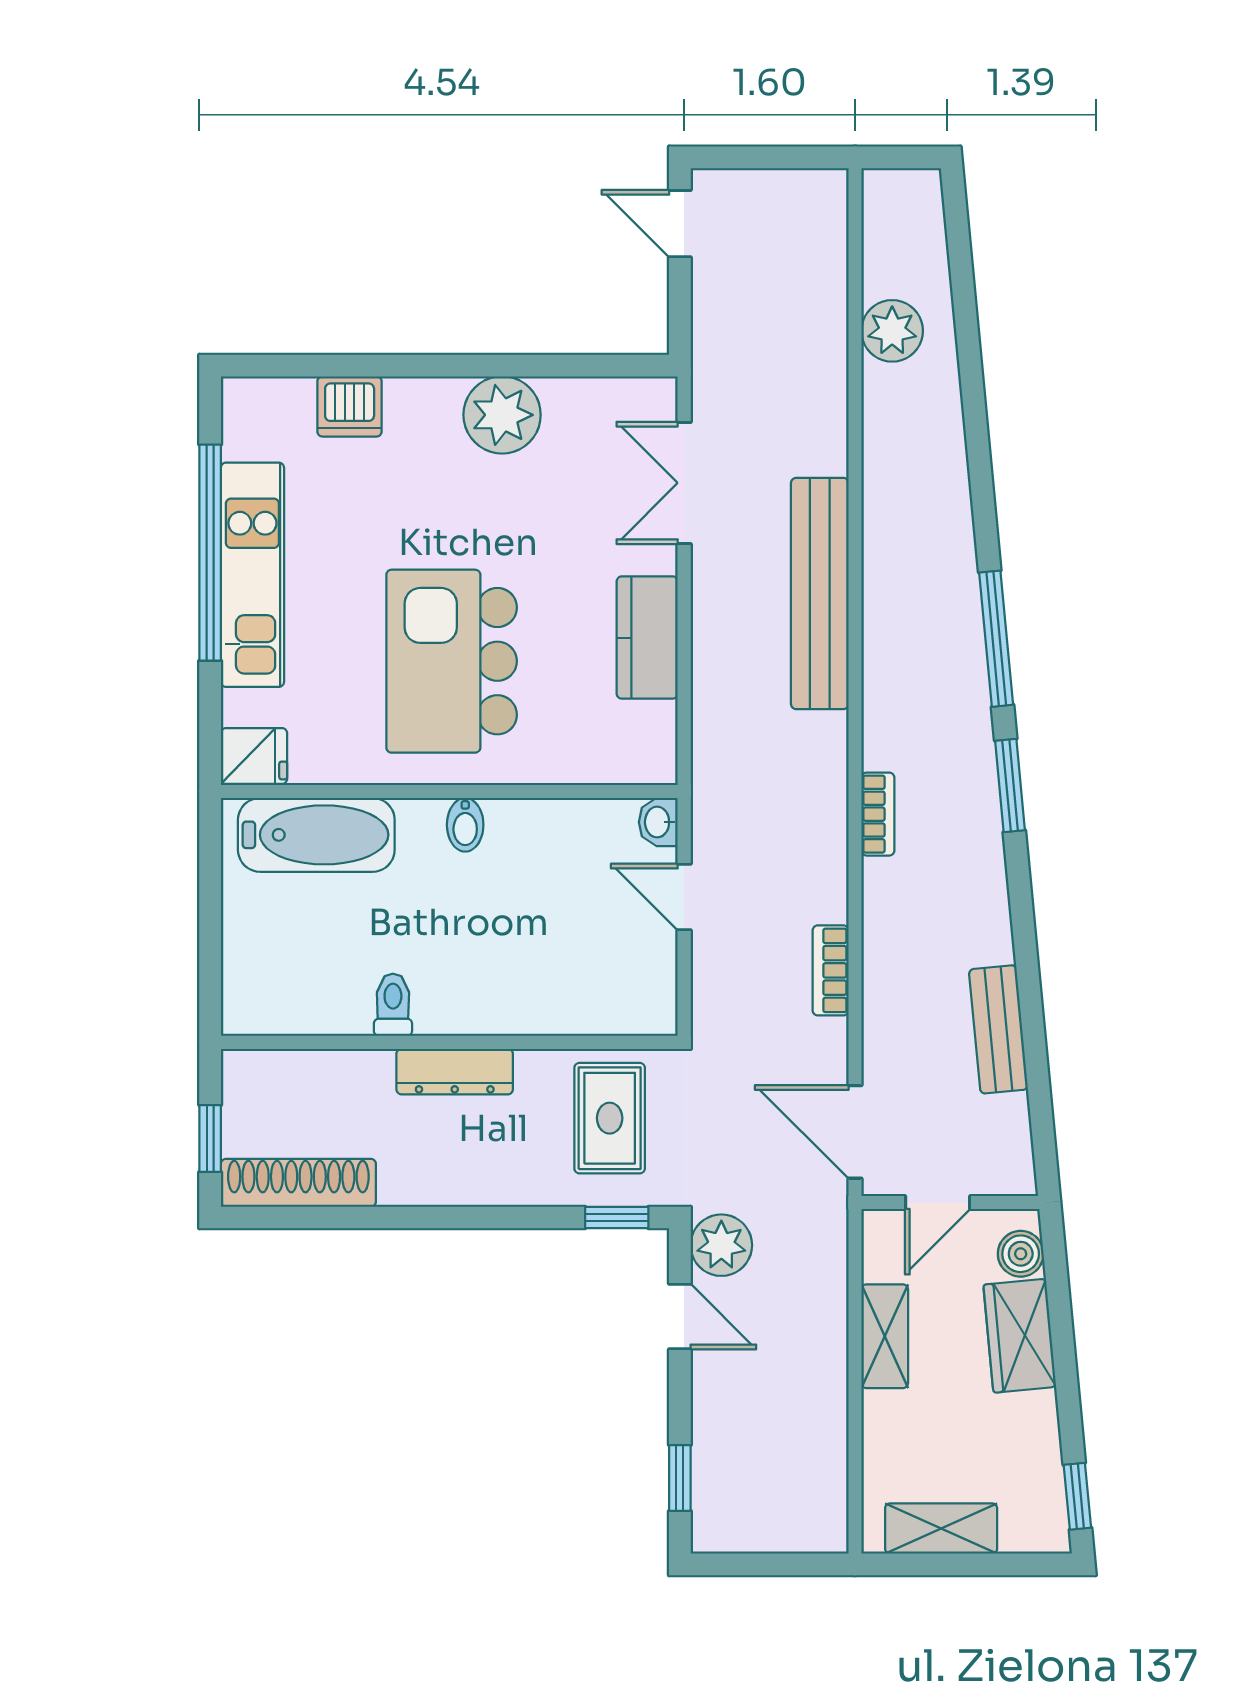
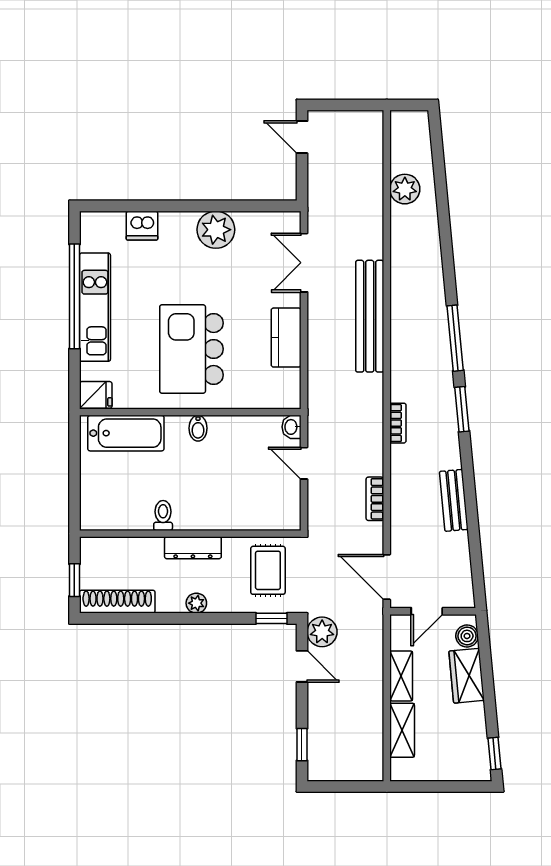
bench: (998, 1029) -> (454, 500), moved
plant: (462, 1186) -> (196, 603), added
shelving: (941, 1529) -> (402, 730), moved, turned 90

